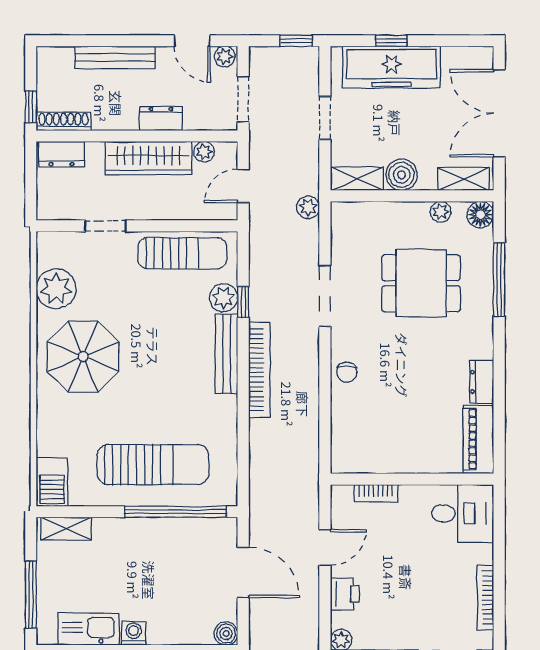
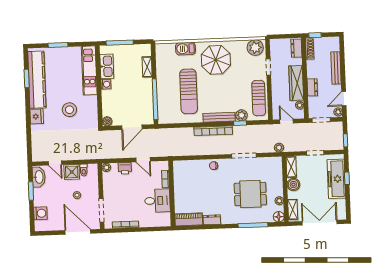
dining table: (421, 283) -> (250, 194), turned 90
plant: (56, 289) -> (255, 48), moved
sun lounger: (153, 465) -> (189, 91), moved
barbecue: (52, 482) -> (185, 49), moved
desk: (463, 513) -> (157, 201), moved, turned -90
shelving: (66, 529) -> (147, 67), moved

